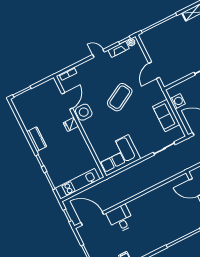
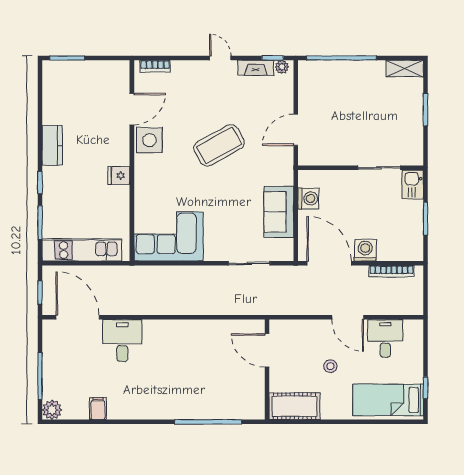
fridge: (71, 124) -> (119, 175), moved

